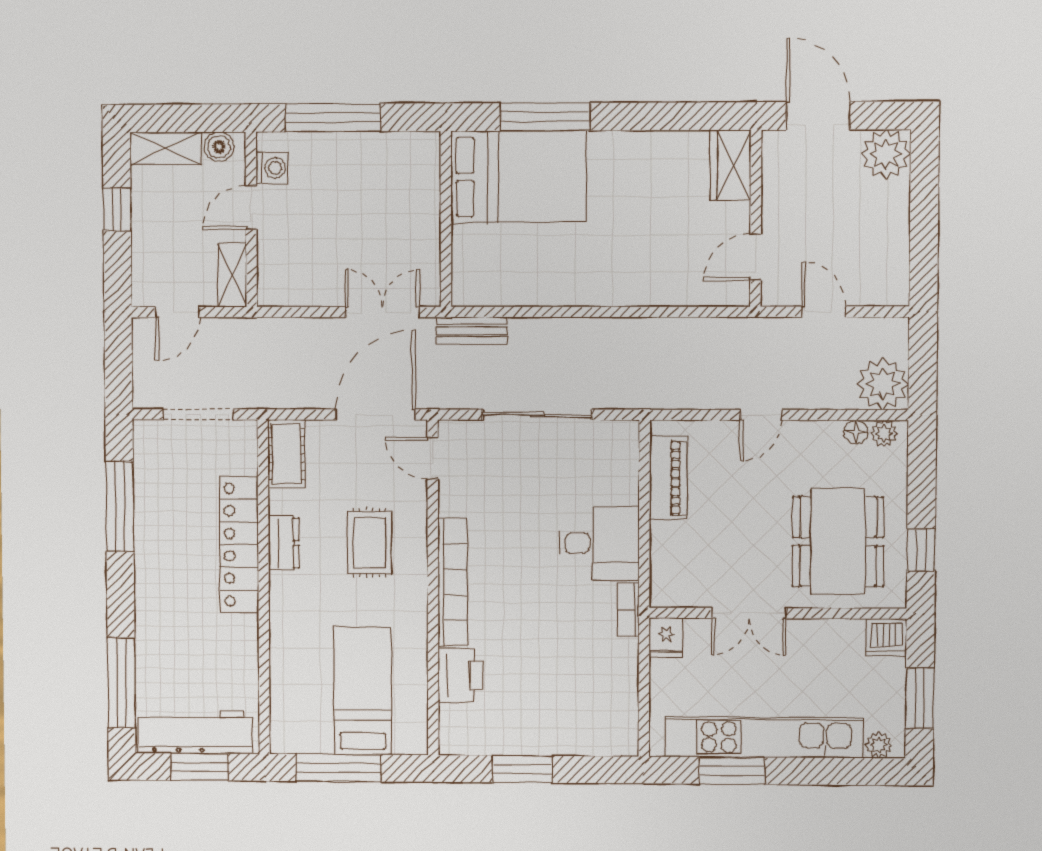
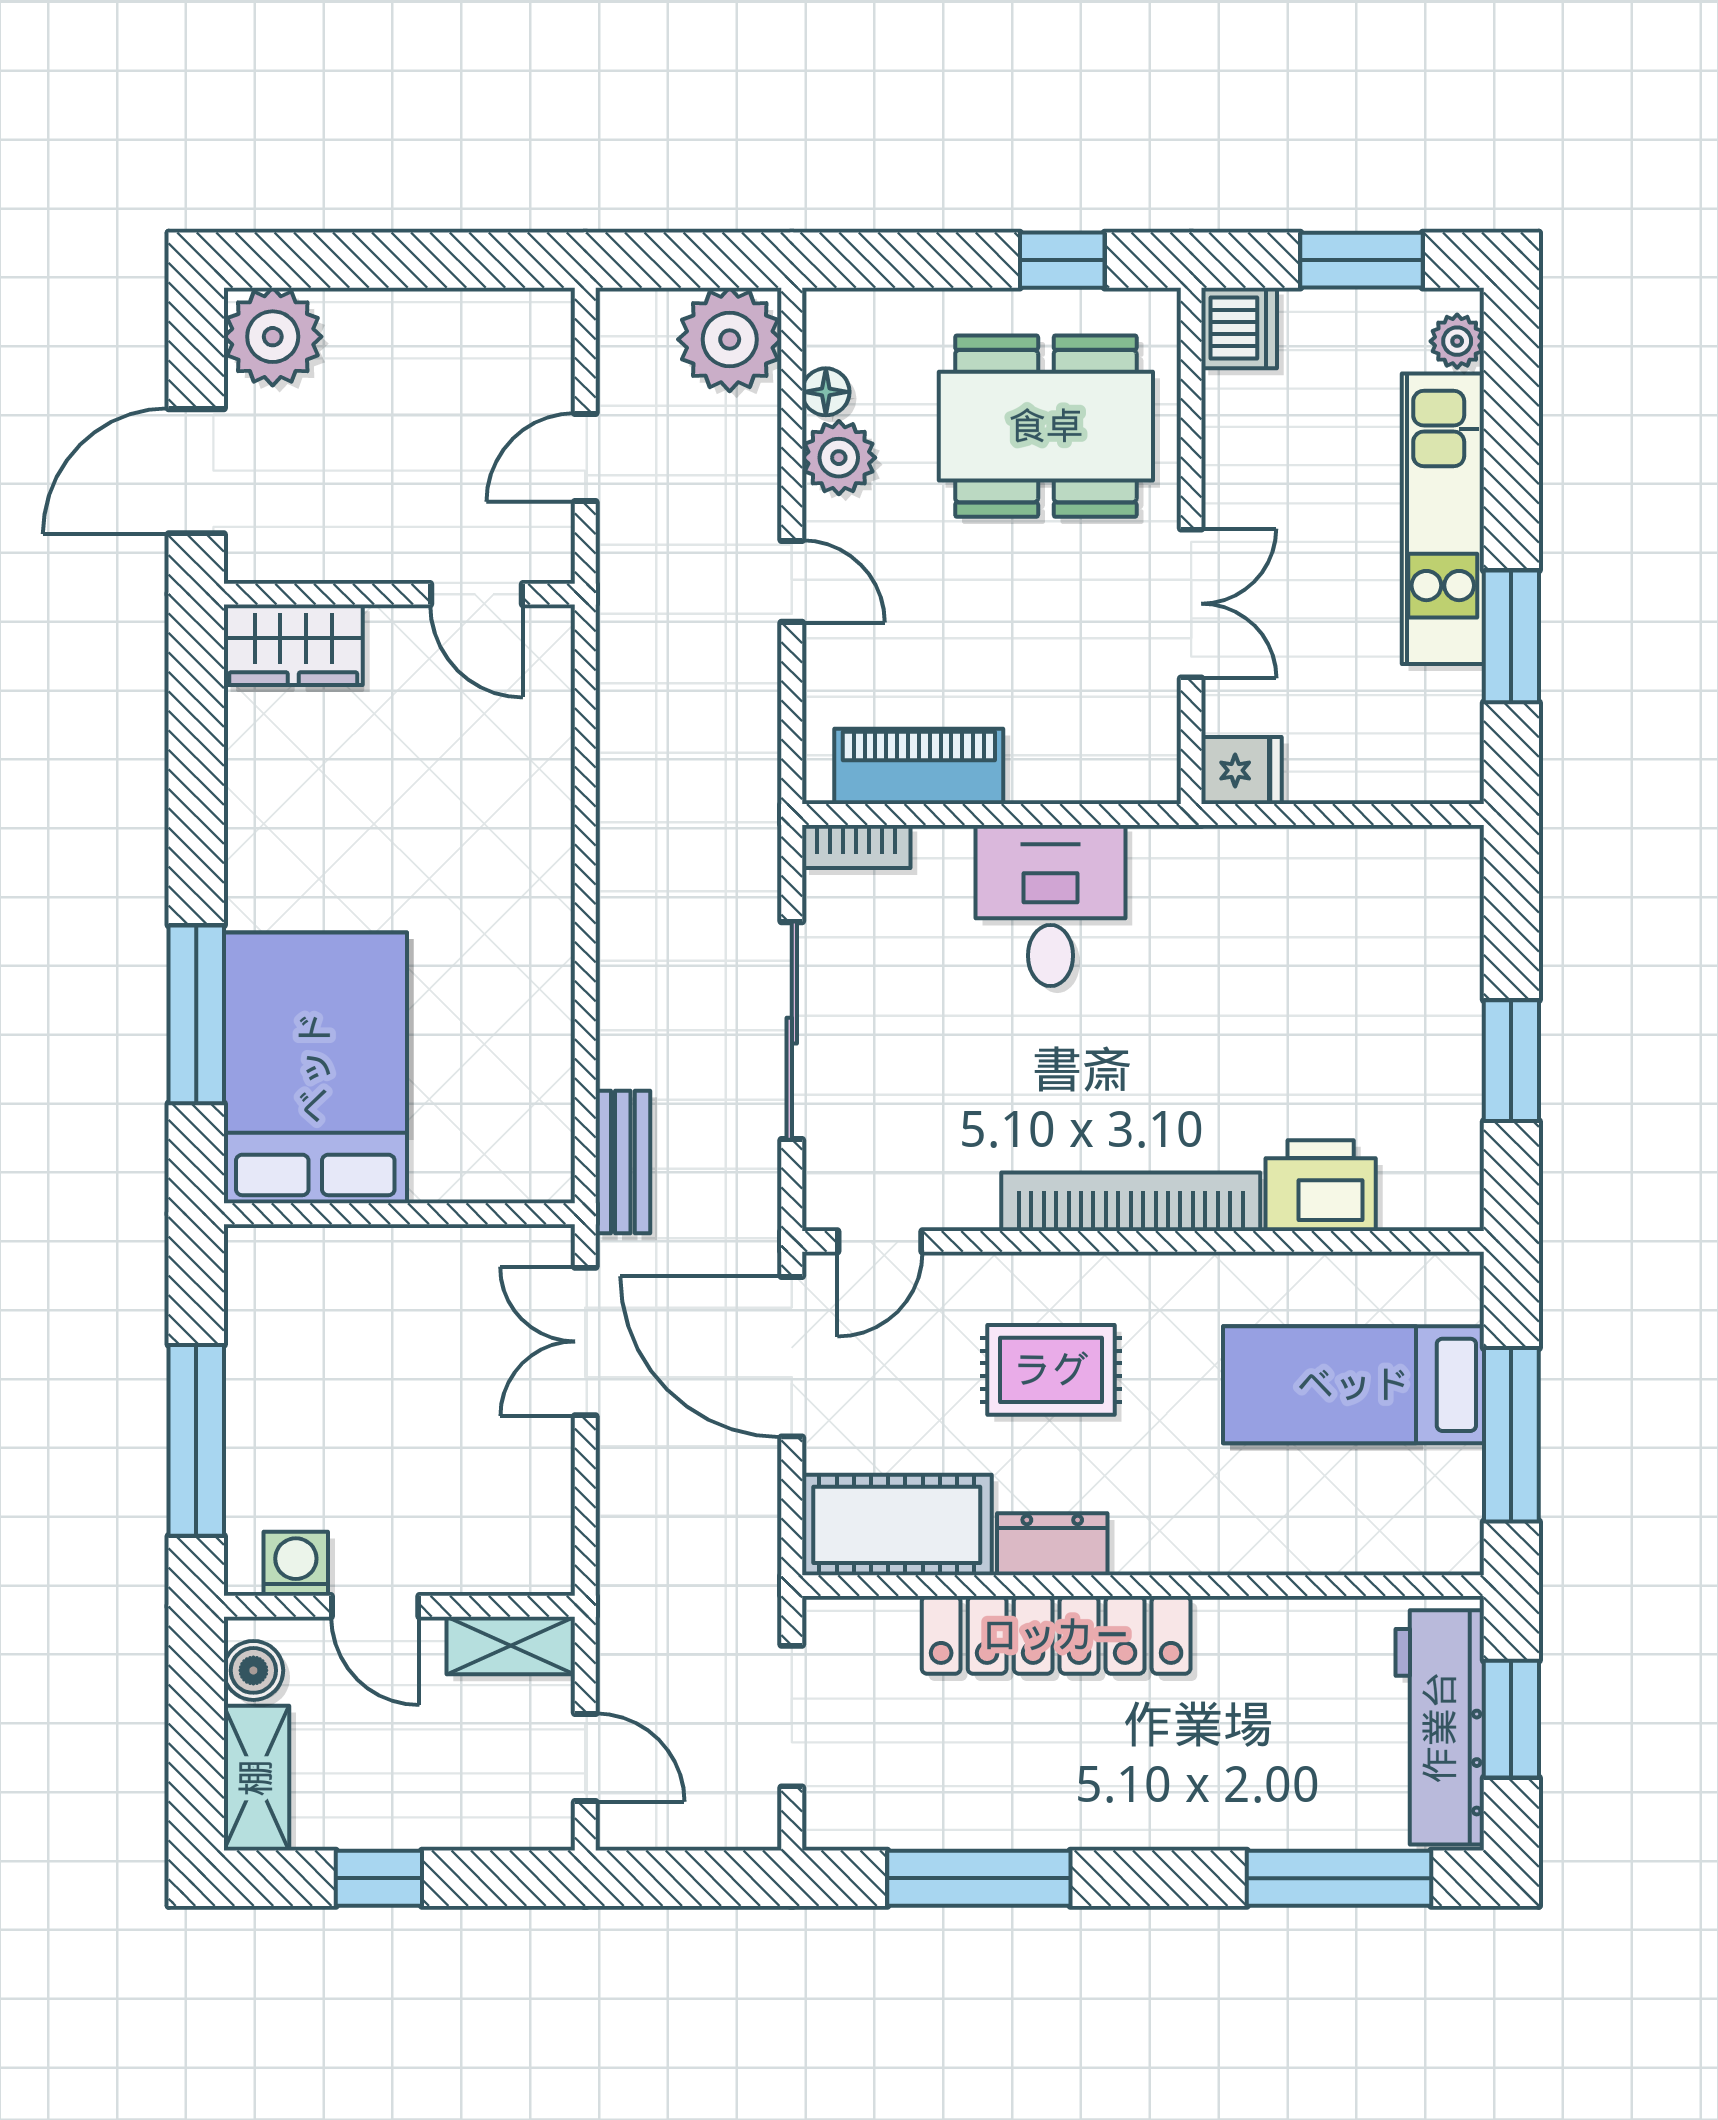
plant: (884, 434) -> (839, 458), moved, width x1.38, depth x1.38
cot: (286, 454) -> (897, 1525), width x1.37, depth x1.34
bookcase: (628, 610) -> (856, 846), moved
kitchen unit: (764, 737) -> (1443, 519), width x0.73

